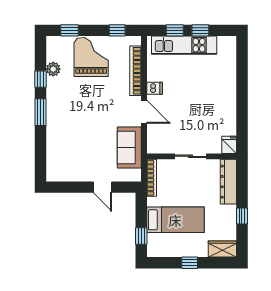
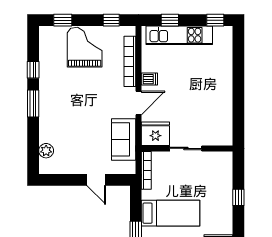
window: (200, 30) -> (215, 20), moved
plant: (53, 69) -> (46, 151), moved
door: (144, 112) -> (139, 103), hinge flipped
fridge: (229, 145) -> (155, 134), moved, width x1.88, depth x1.34
dresser: (228, 182) -> (224, 174), removed
window: (242, 216) -> (238, 197), moved

